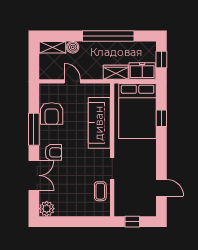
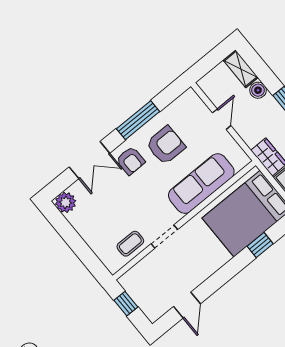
armchair: (52, 114) -> (166, 145), moved, turned 180

